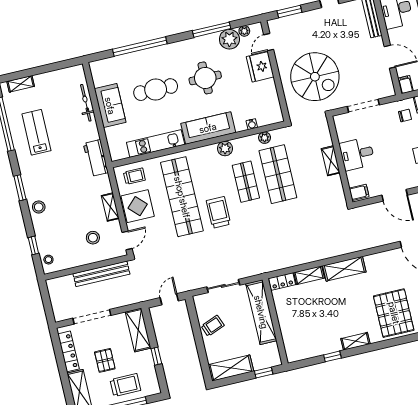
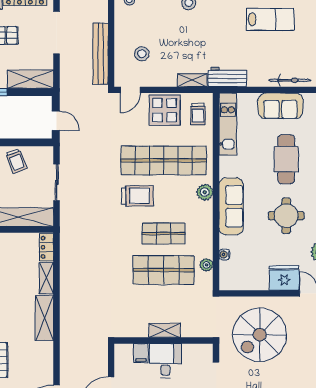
kitchen unit: (156, 143) -> (228, 124), moved
plant: (225, 149) -> (205, 192), moved
filing cabinet: (359, 192) -> (141, 353), moved
shelving: (110, 207) -> (192, 80), moved
door: (127, 240) -> (130, 90), hinge flipped

